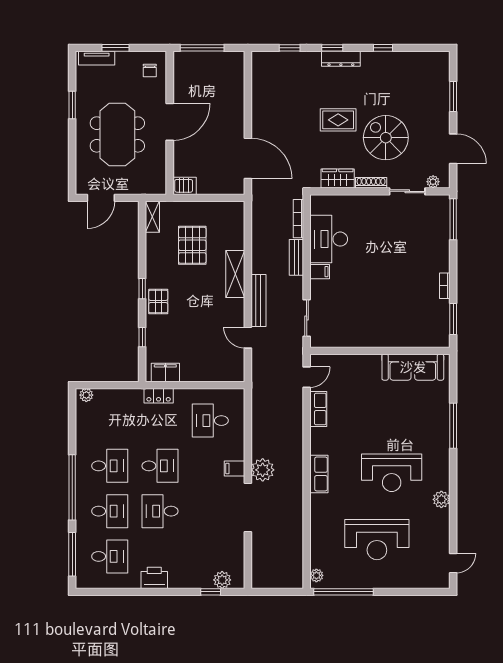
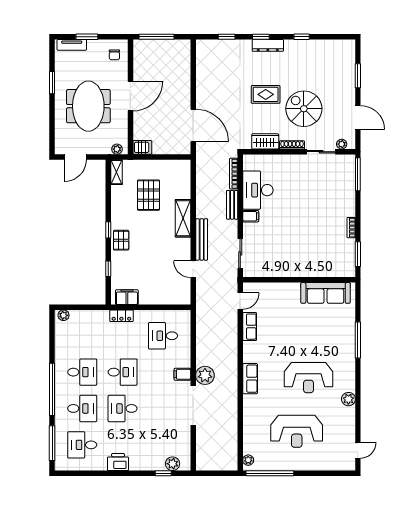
plant: (153, 188) -> (117, 149), added
desk: (110, 556) -> (82, 445), turned 180

